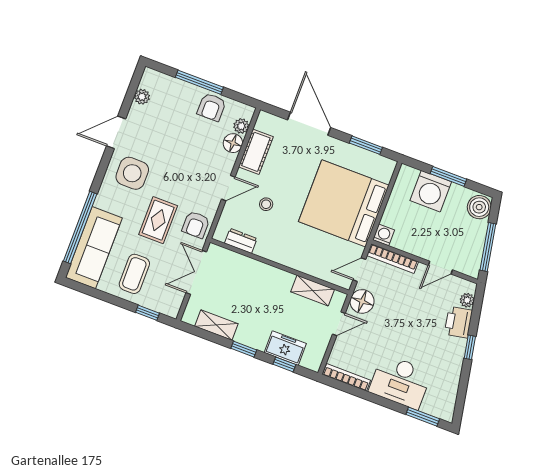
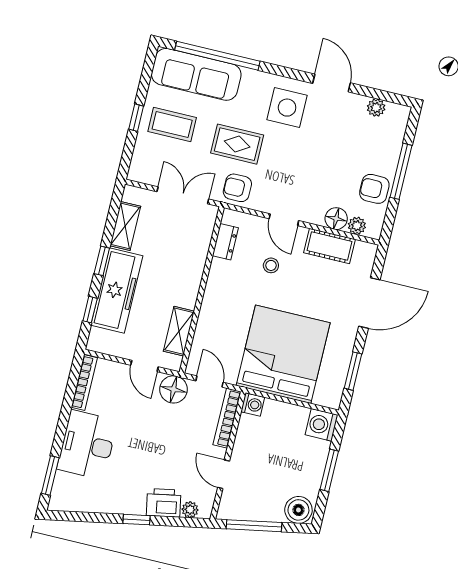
washing machine: (431, 191) -> (322, 425), moved, width x0.73, depth x0.73
window: (148, 313) -> (136, 118), moved
freezer: (285, 348) -> (117, 291), width x1.91, depth x1.26

